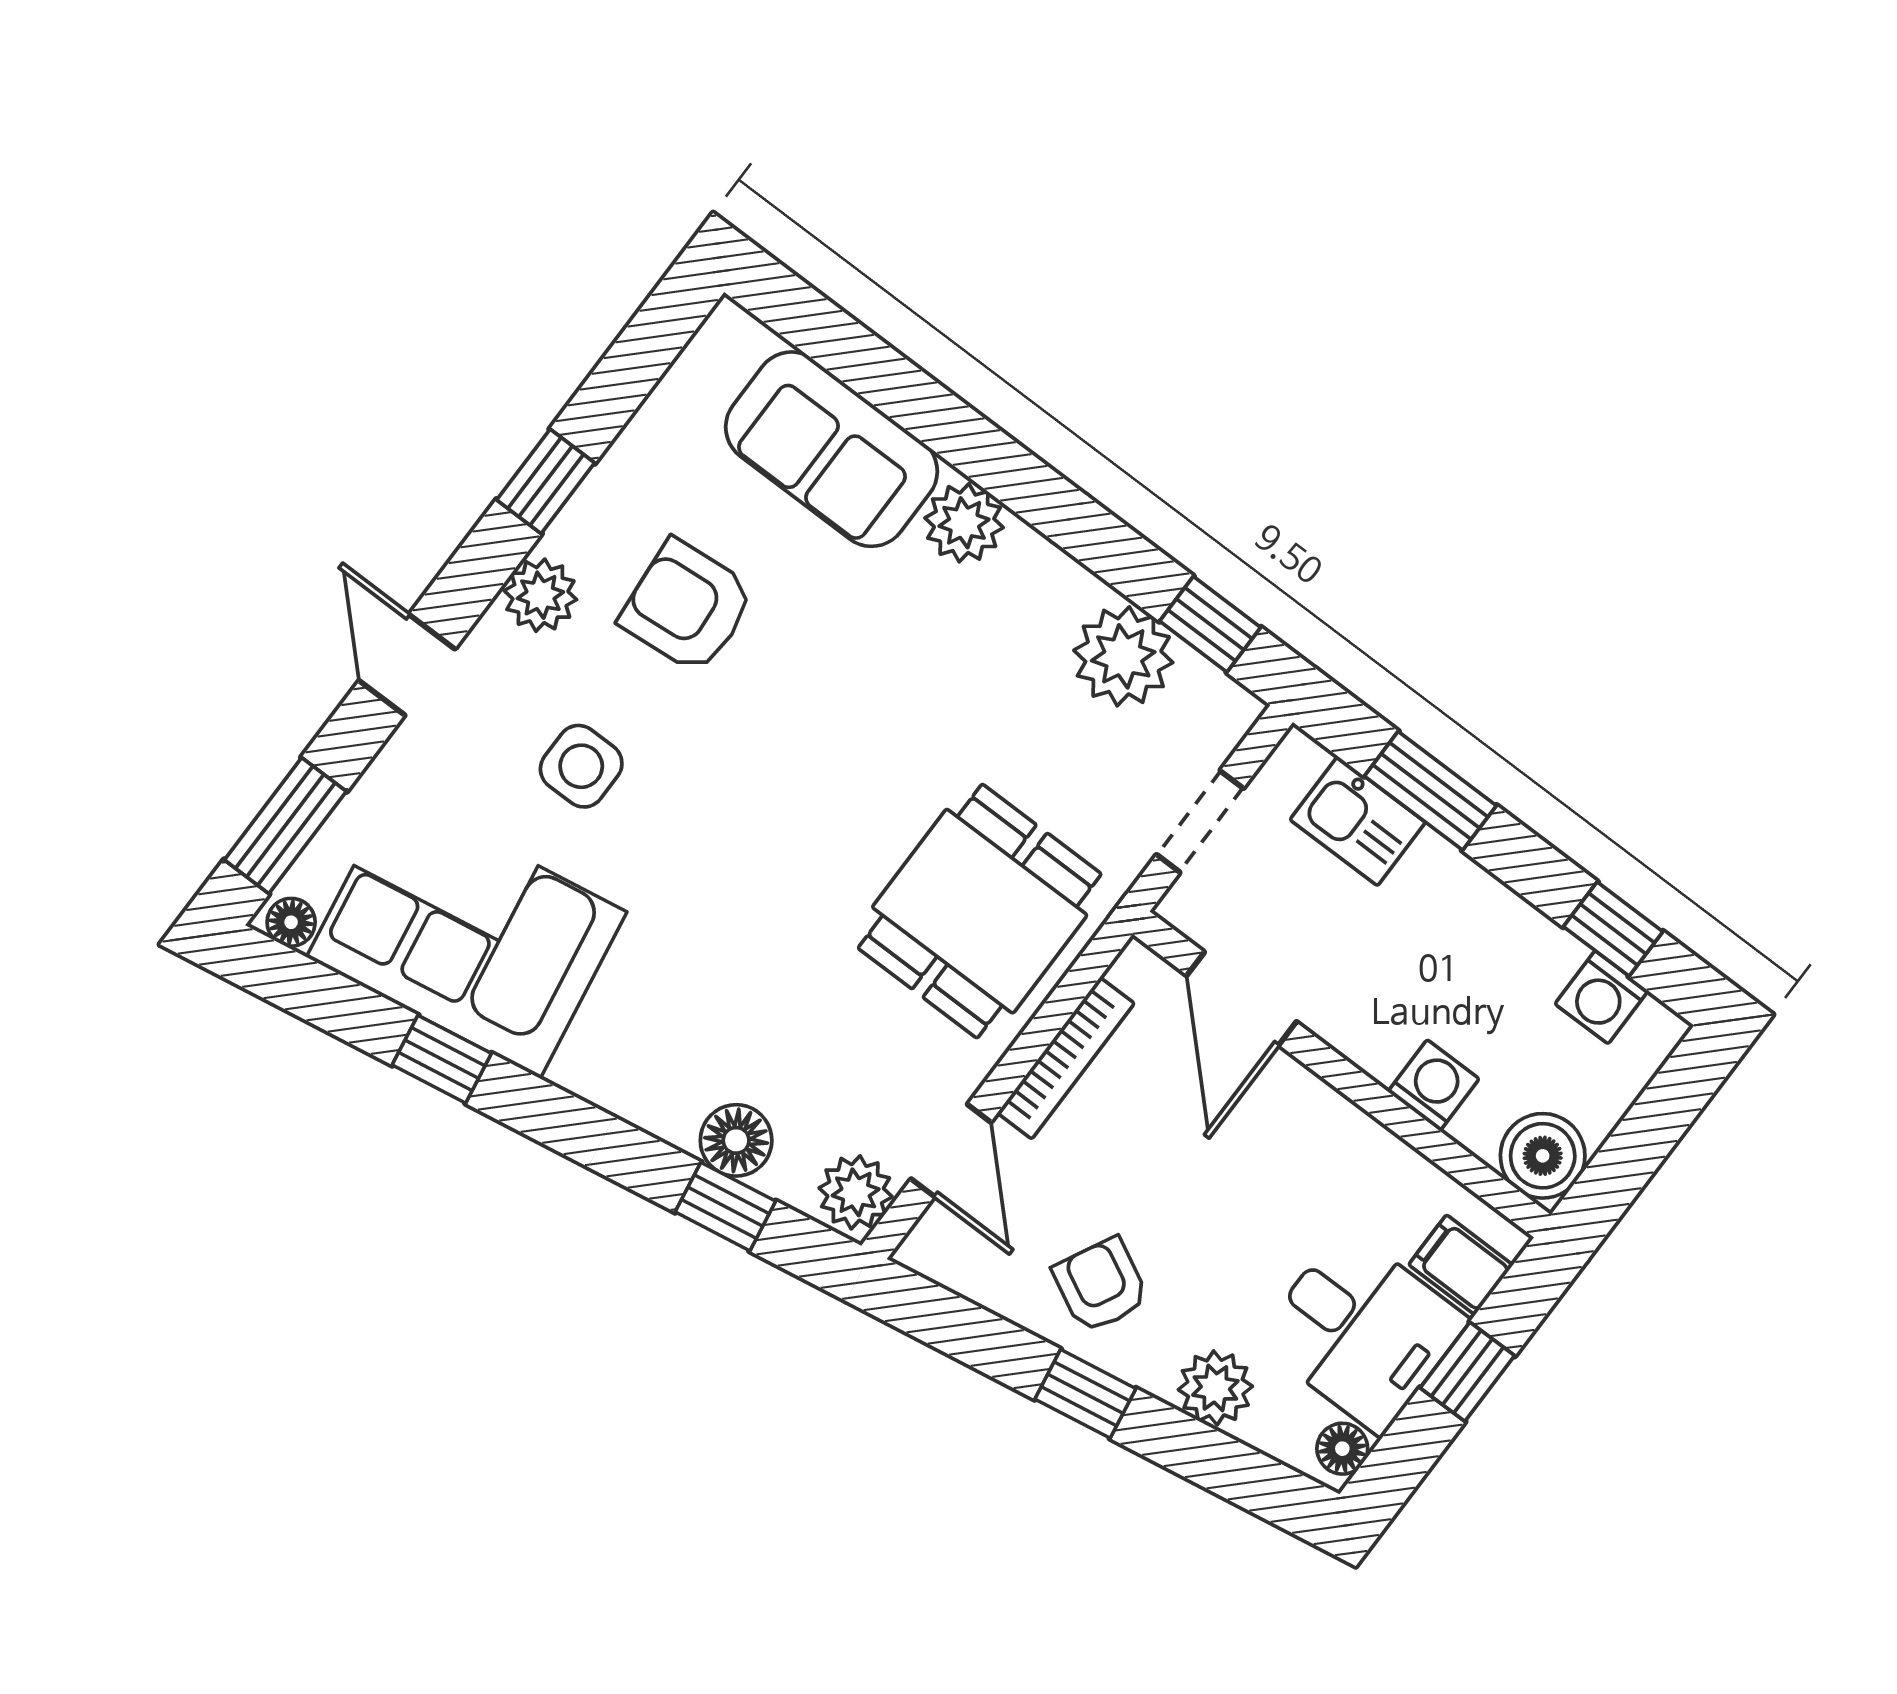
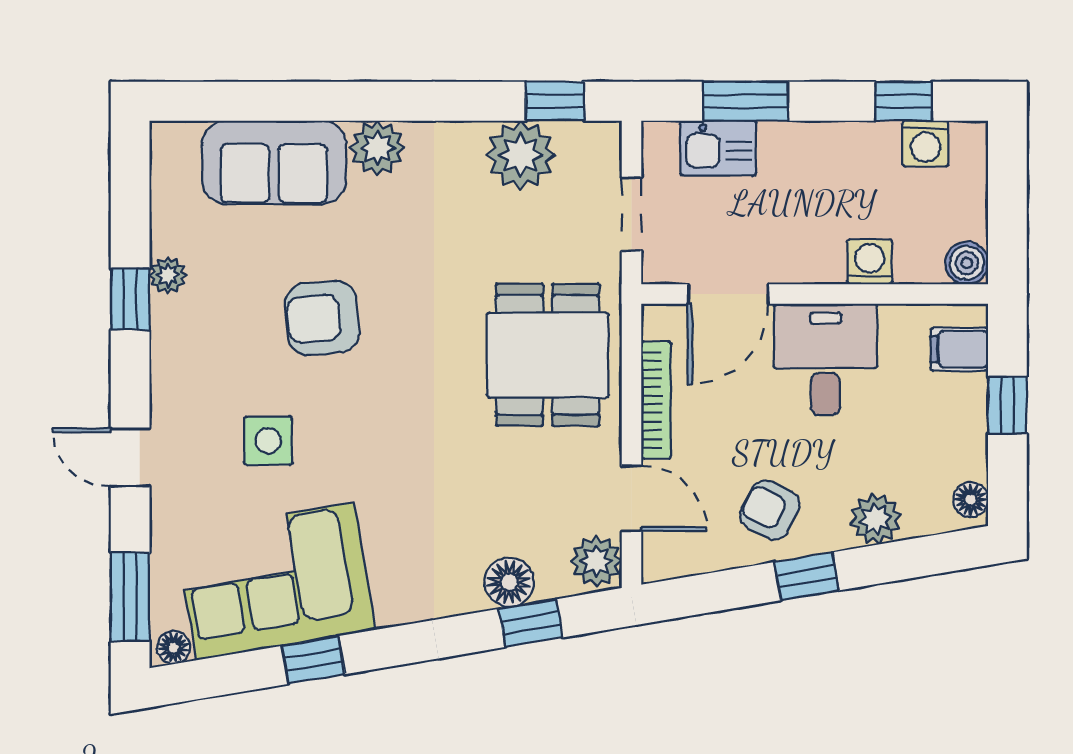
plant: (540, 595) -> (168, 275), moved, width x0.73, depth x0.73
armchair: (687, 607) -> (322, 318), moved
door: (1242, 999) -> (728, 294), hinge flipped
boiler: (1543, 1156) -> (967, 263), width x0.73, depth x0.73
desk: (1362, 1331) -> (825, 359), moved, turned -90

